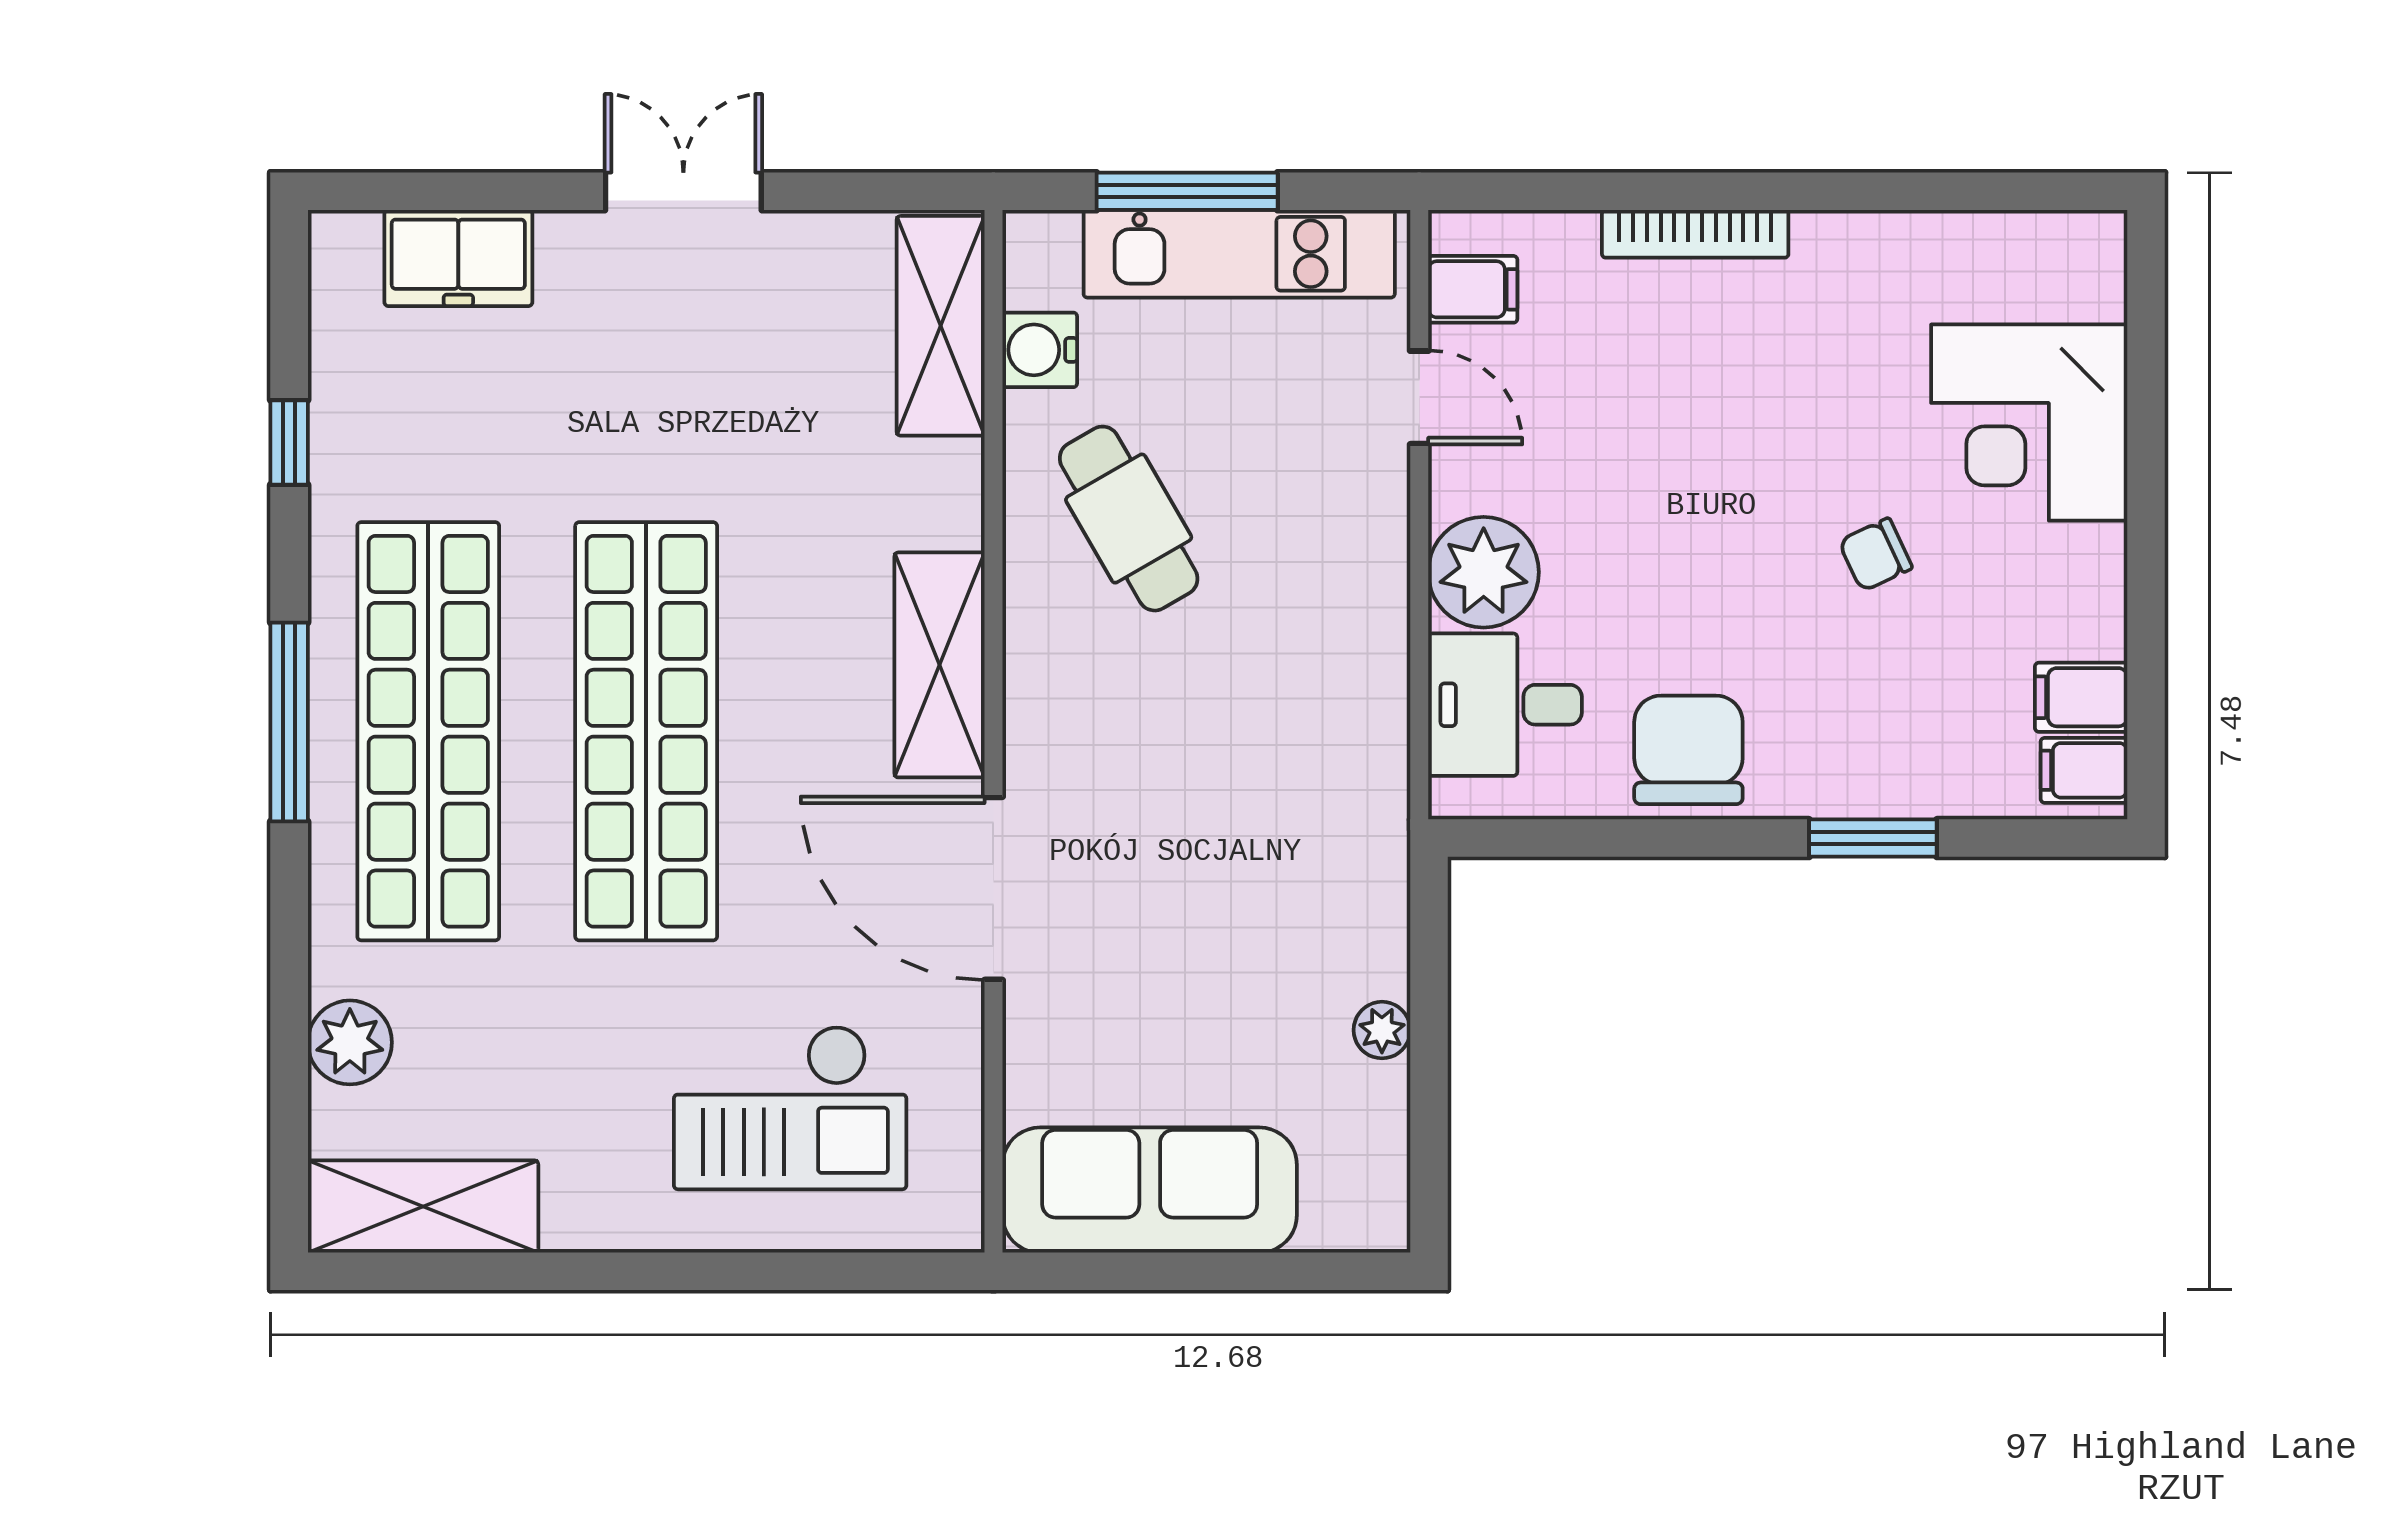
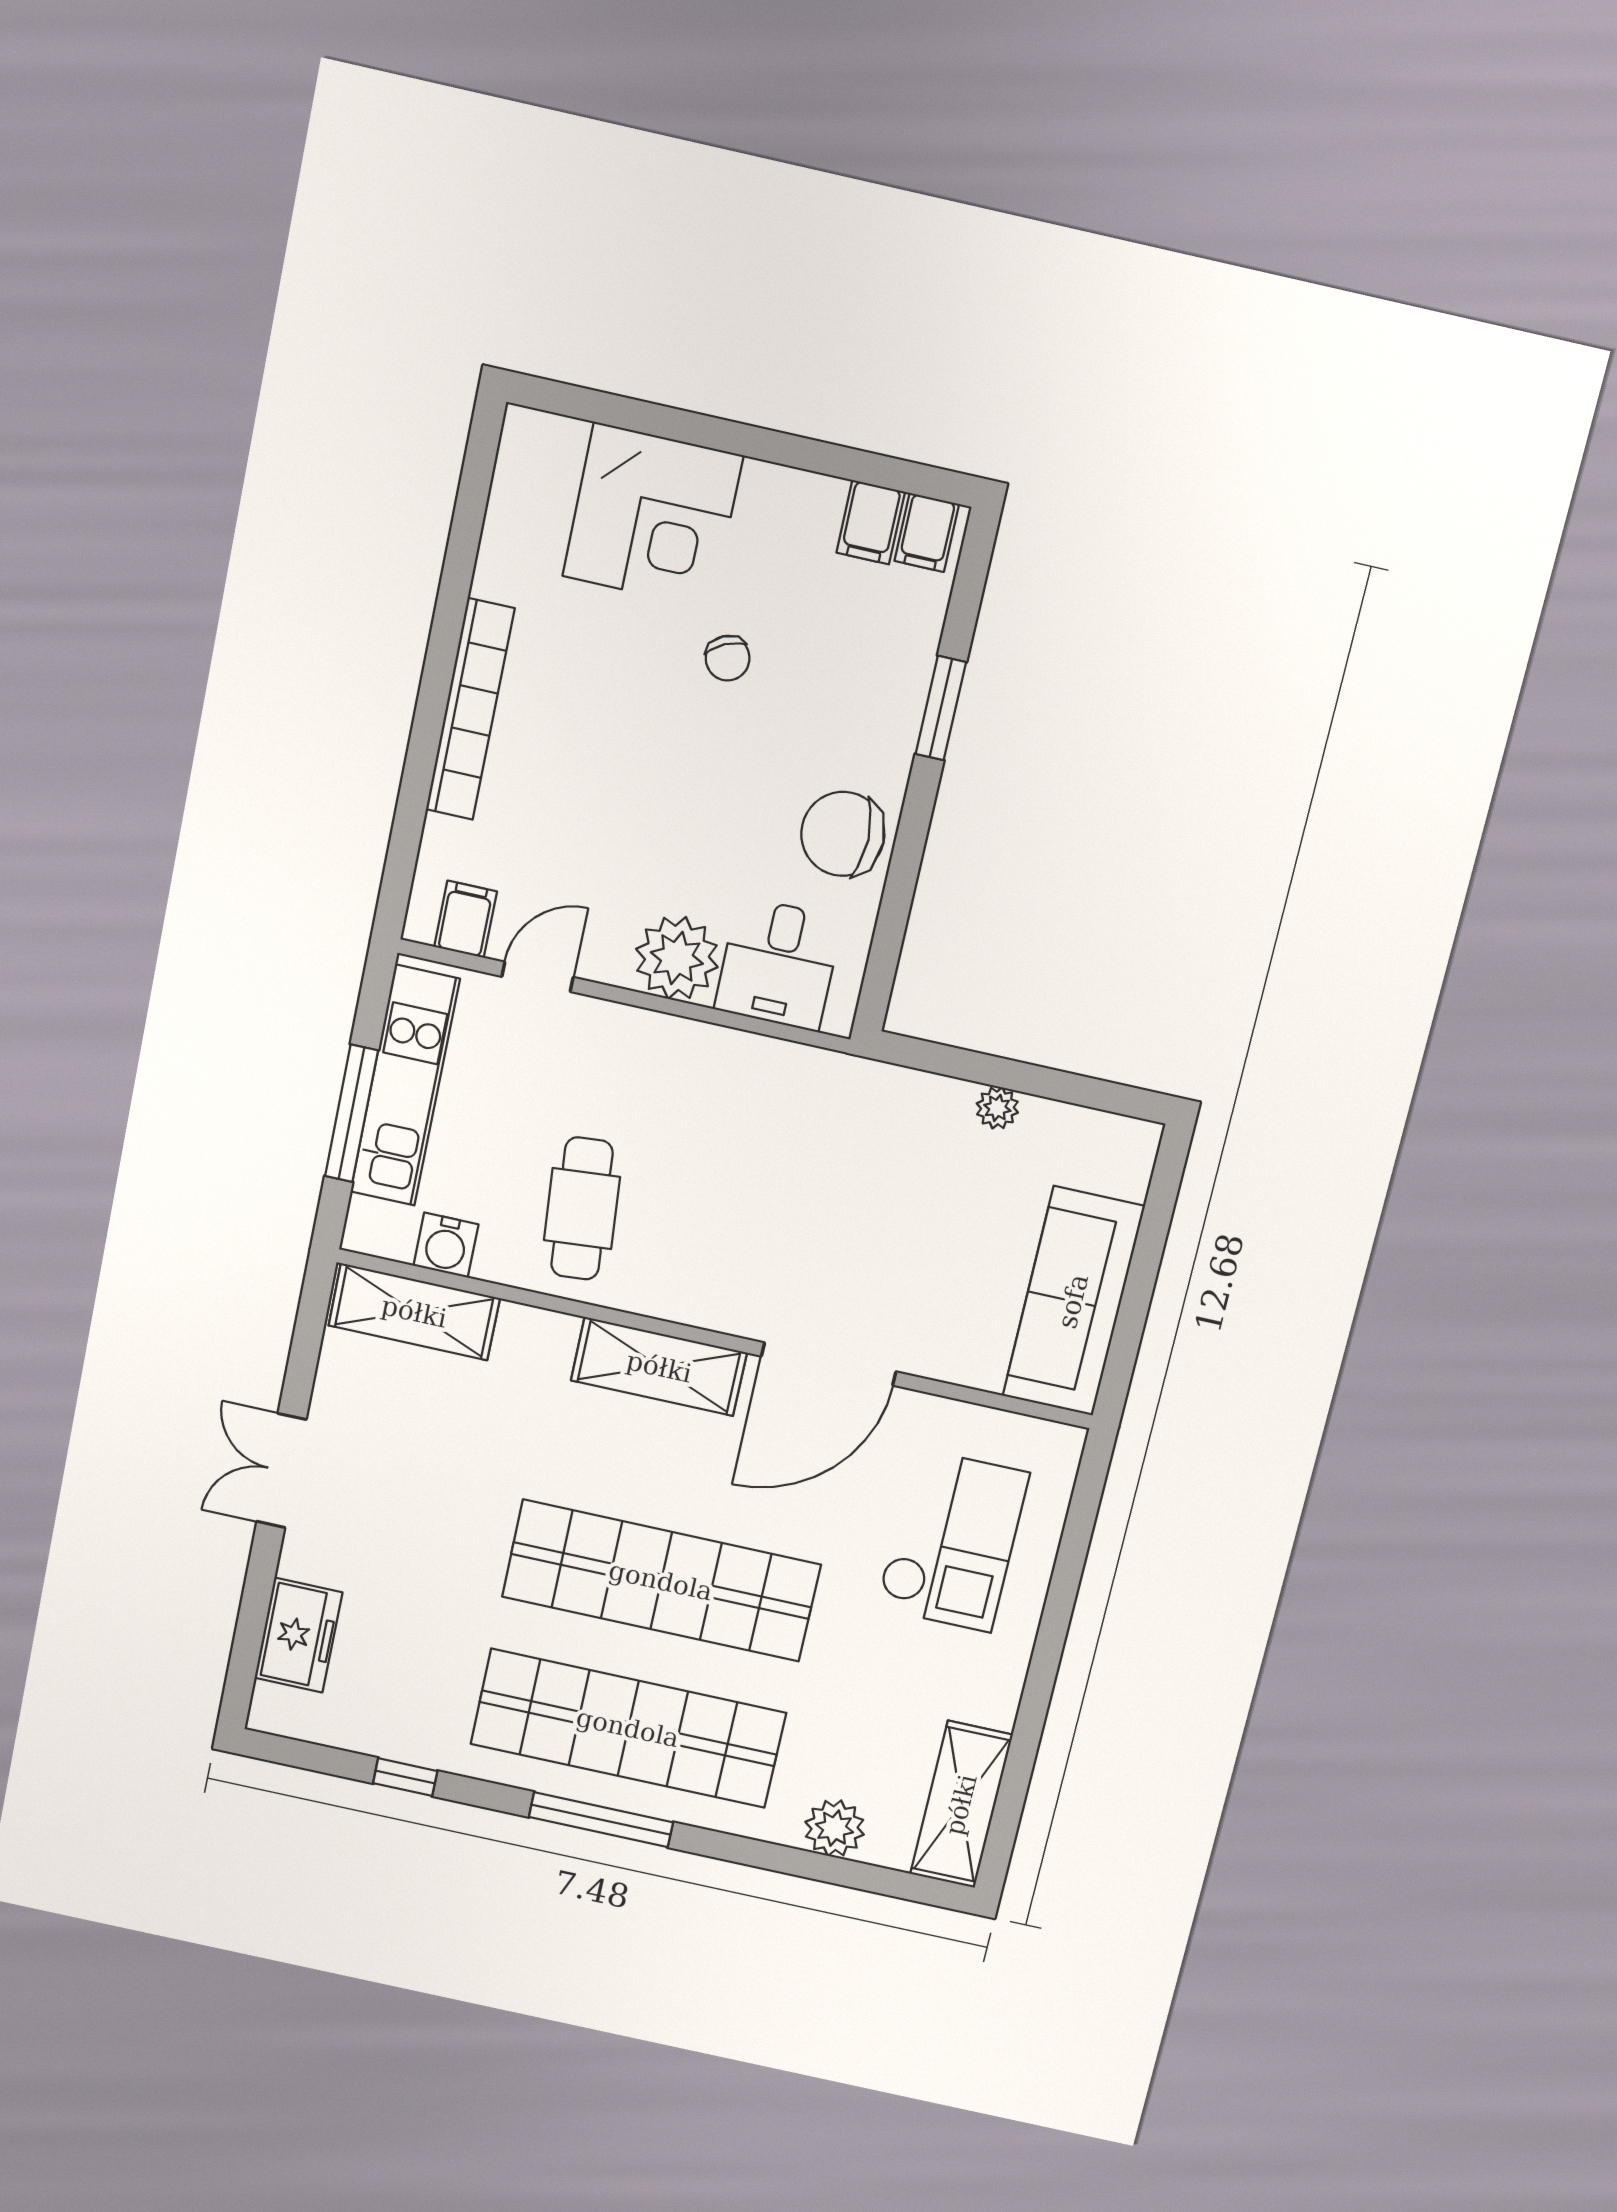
bookcase: (1695, 234) -> (470, 709), width x1.48, depth x1.31
cafe table: (1129, 519) -> (582, 1209), turned -65

